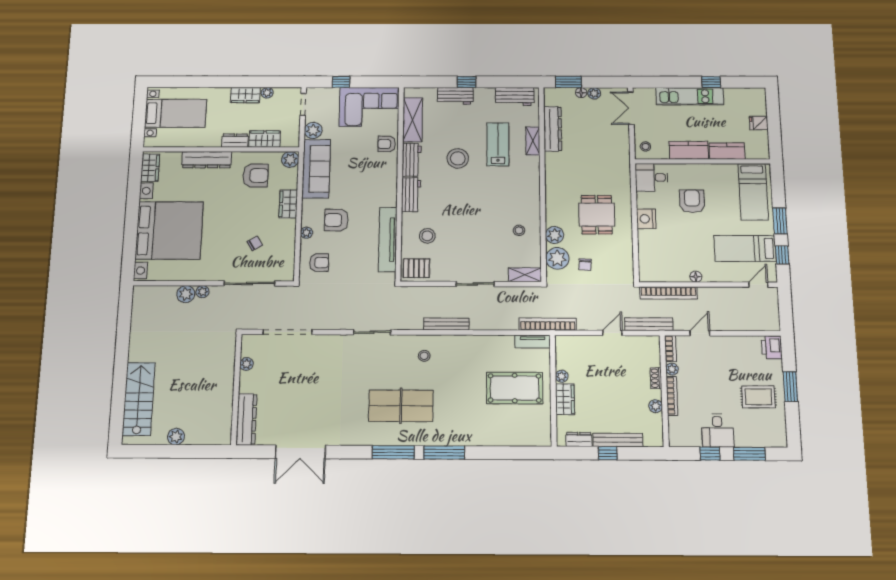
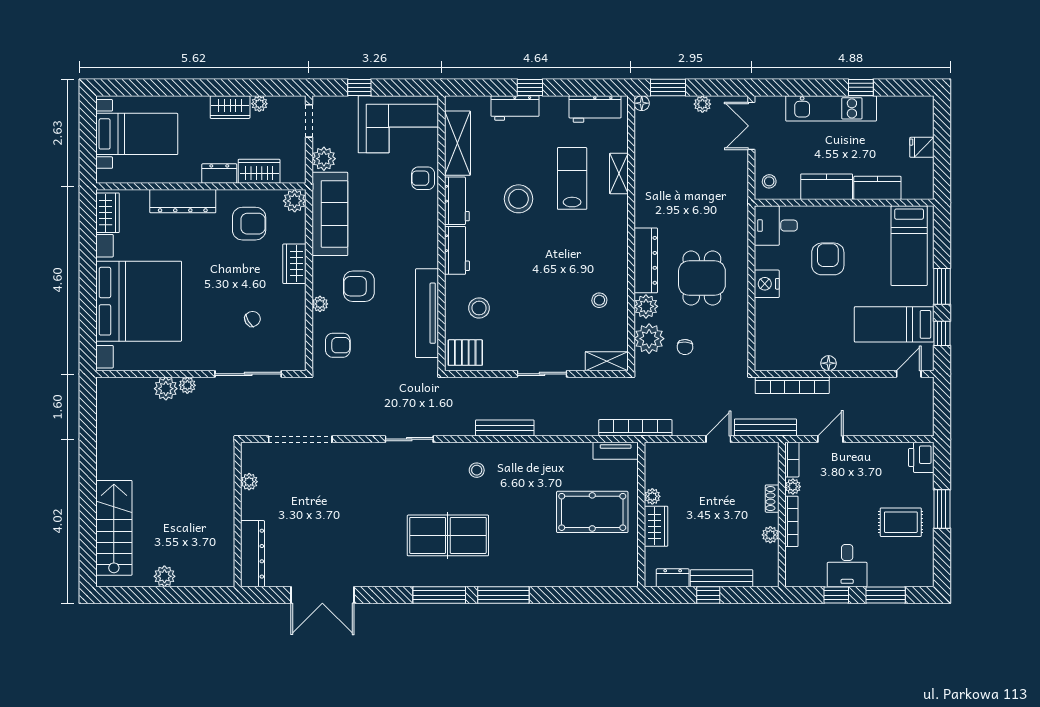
floor lamp: (581, 93) -> (642, 103), moved
dresser: (553, 129) -> (646, 260), moved

